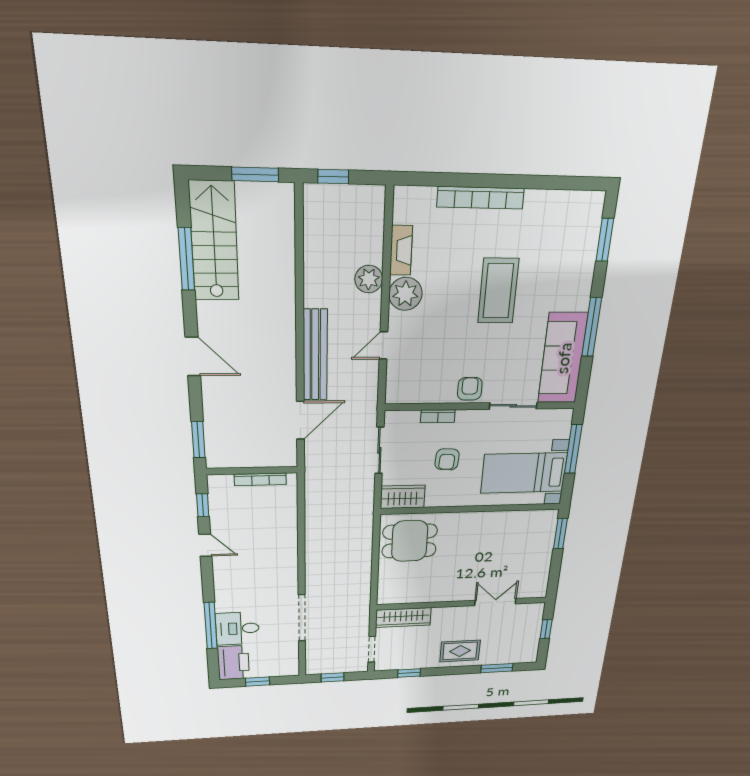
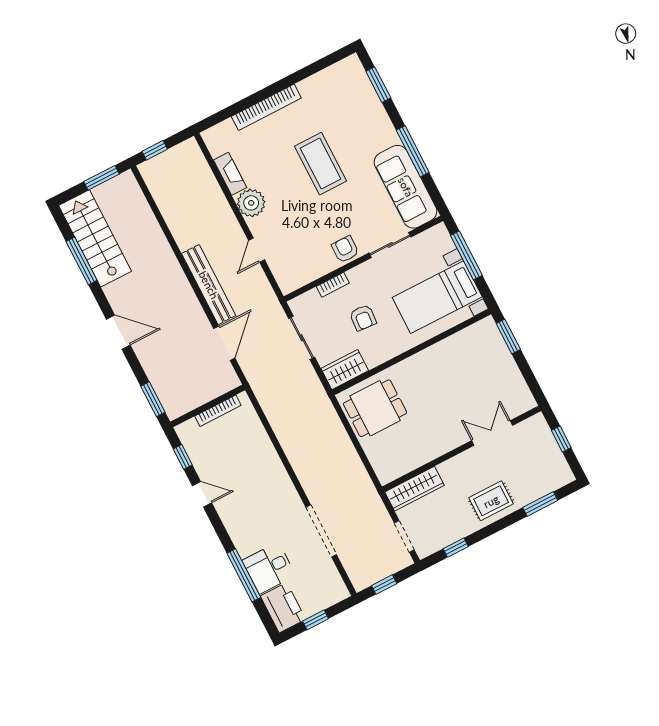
plant: (369, 279) -> (218, 207), removed

